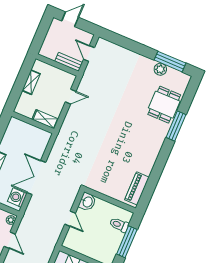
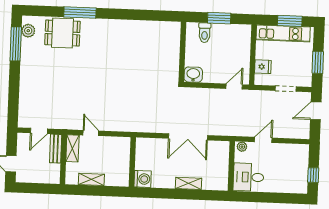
plant: (160, 69) -> (28, 31), moved
shelving: (45, 119) -> (72, 148), moved
piano: (137, 188) -> (160, 29), removed
washing machine: (17, 197) -> (143, 179), moved, turned -90
door: (70, 219) -> (234, 87), moved
window: (127, 242) -> (219, 18), width x0.69

